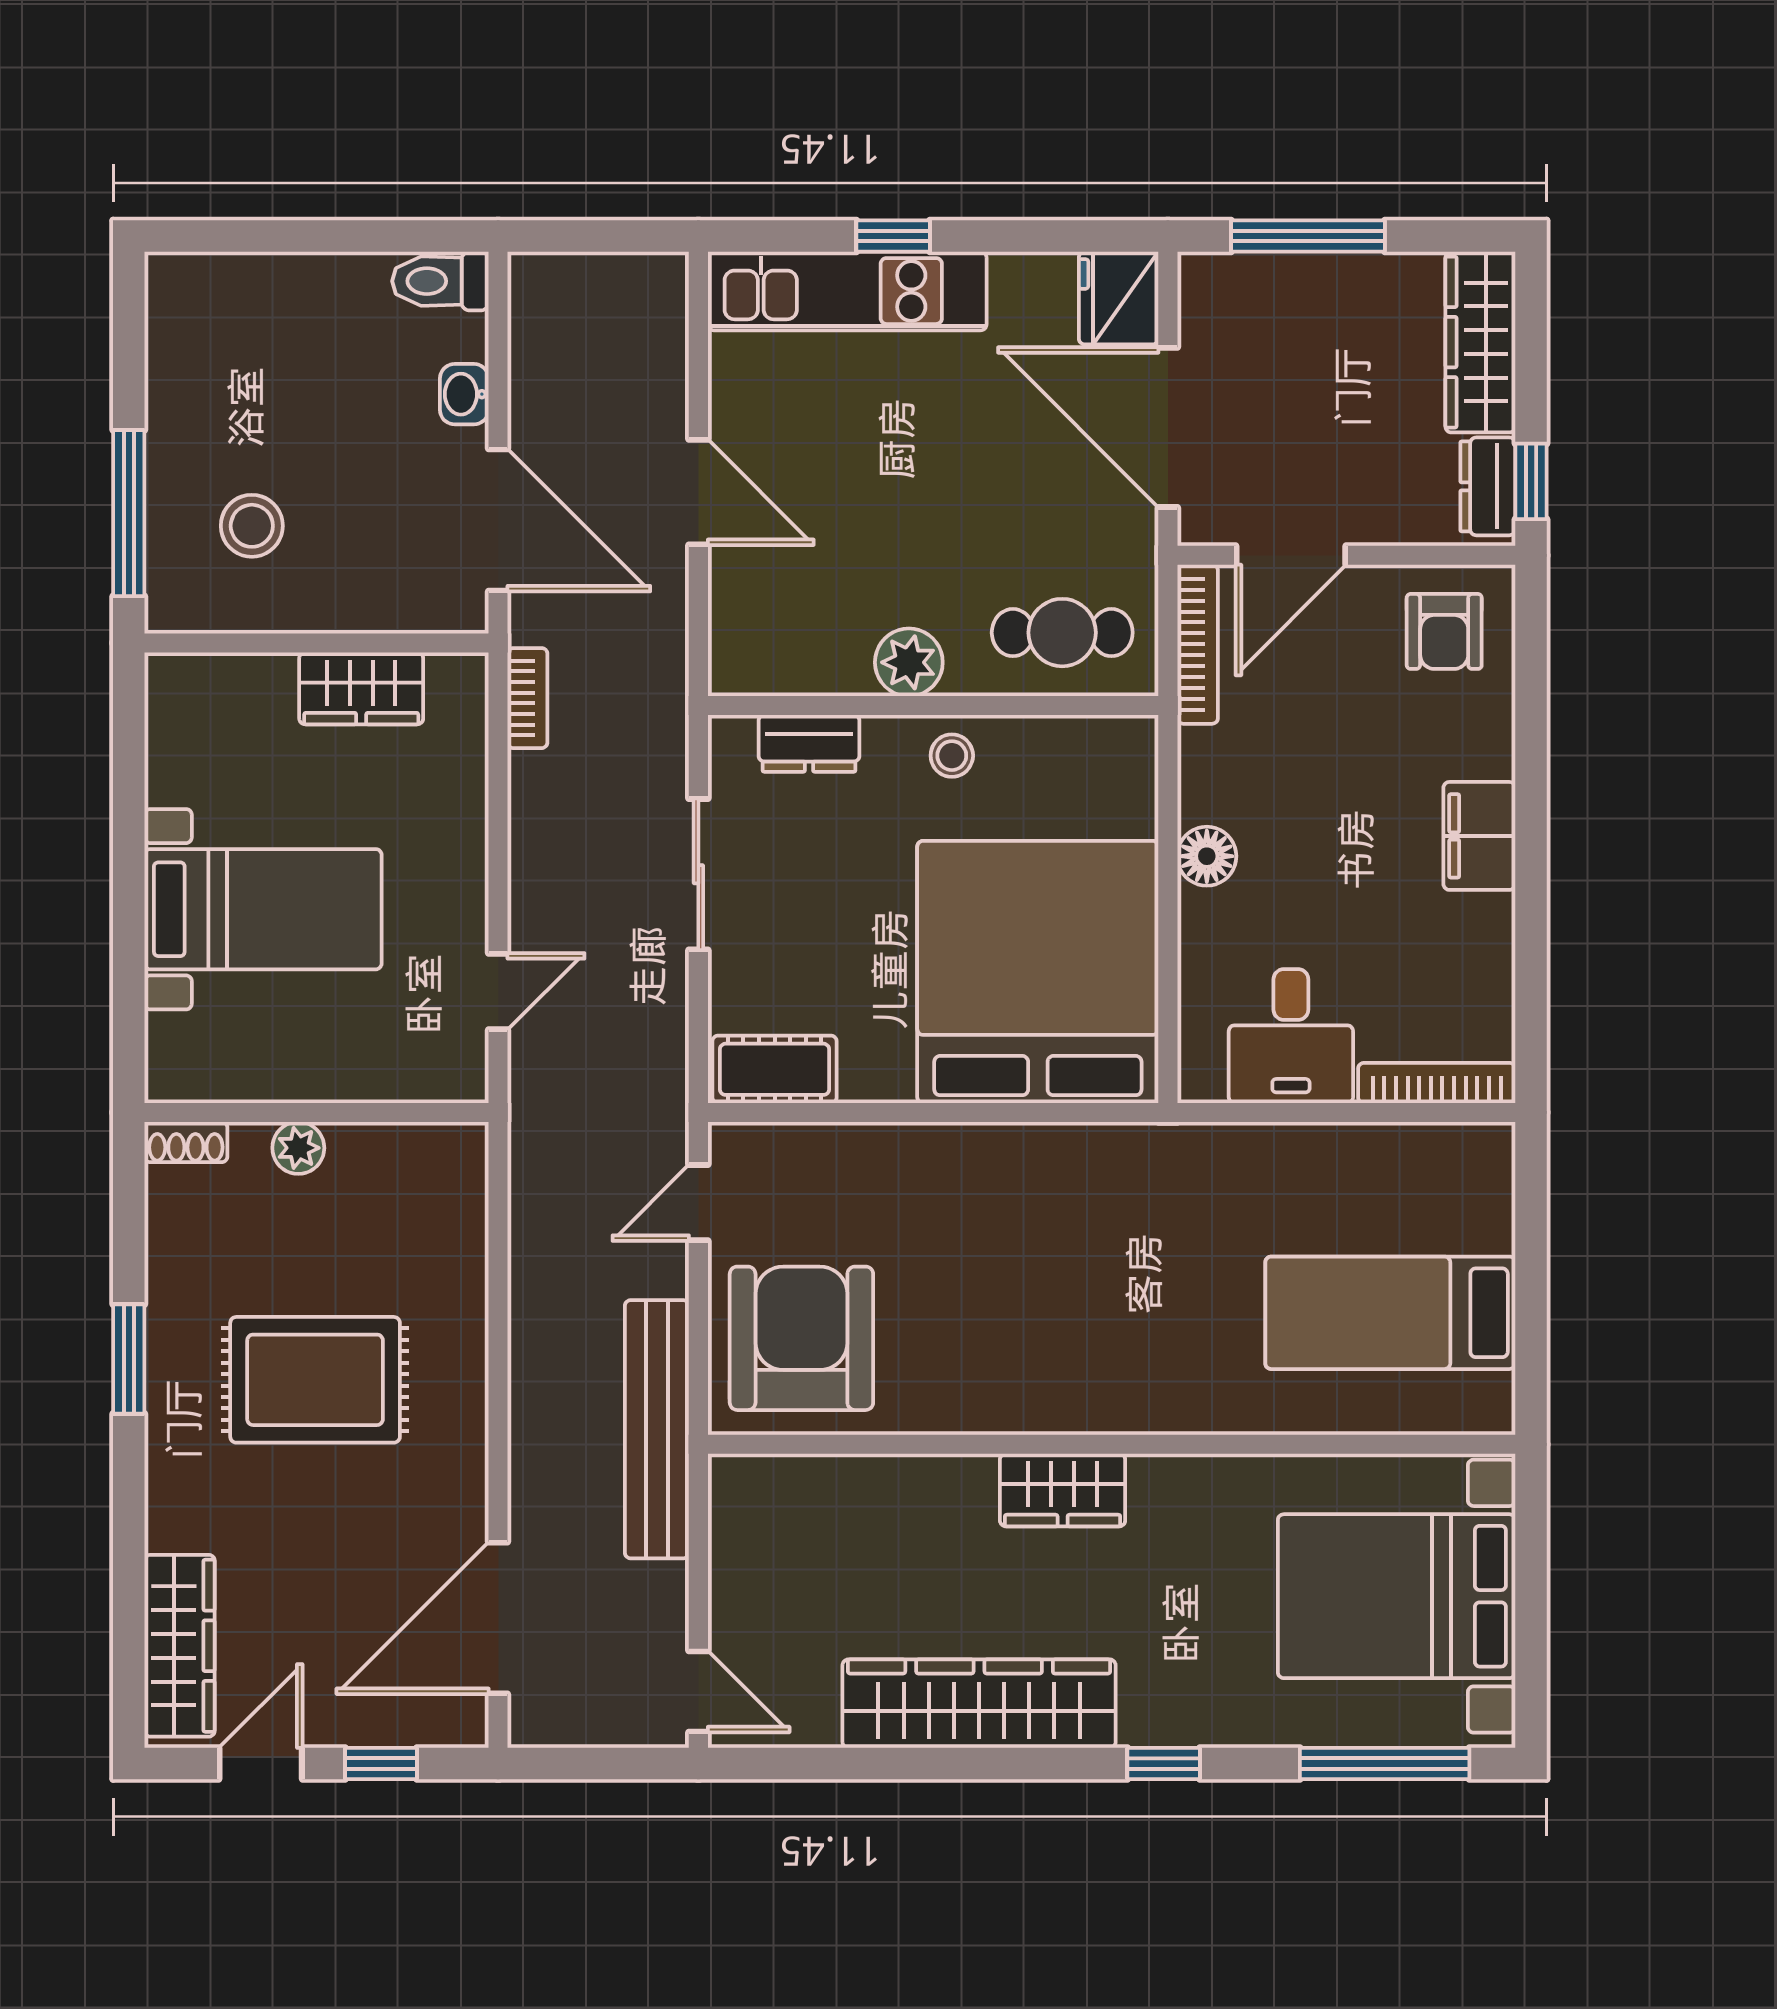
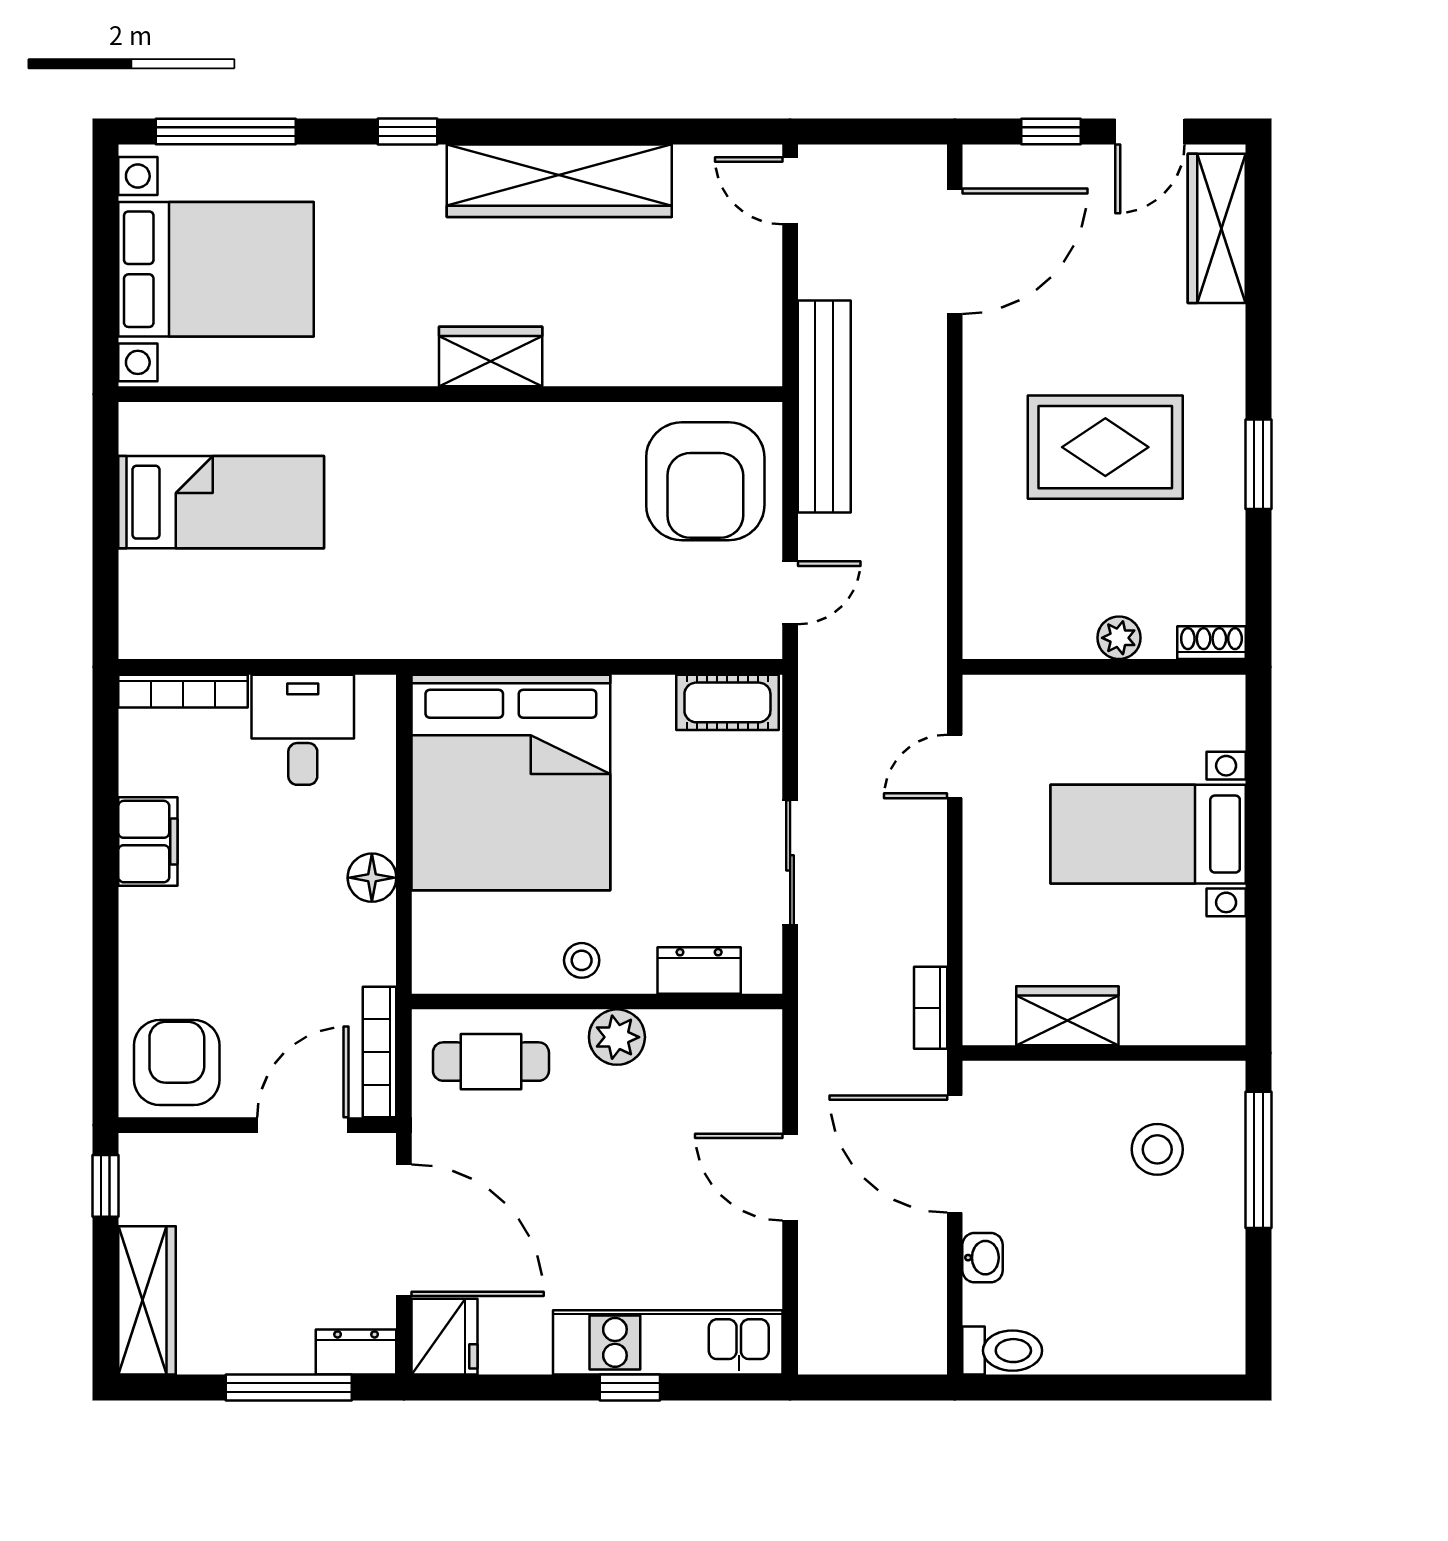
dresser: (1488, 486) -> (356, 1352), moved, turned -90
armchair: (1444, 631) -> (177, 1062), width x1.38, depth x1.38
filing cabinet: (1479, 836) -> (148, 842), moved

